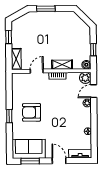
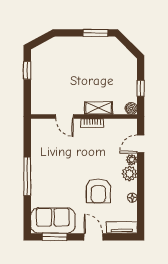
window: (46, 9) -> (95, 33), moved
shelving: (16, 59) -> (37, 100), removed
door: (37, 71) -> (64, 116), swing flipped
plant: (85, 78) -> (129, 174), moved
armchair: (32, 112) -> (98, 191), moved, turned -90
window: (9, 116) -> (27, 176), width x2.17

